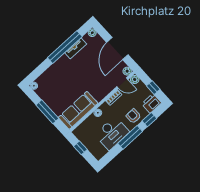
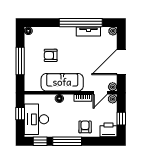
door: (122, 83) -> (100, 93), hinge flipped
armchair: (65, 89) -> (51, 55), added
sofa: (78, 110) -> (62, 82), moved
window: (149, 120) -> (40, 141), moved
desk: (112, 133) -> (36, 119), moved, turned 90

